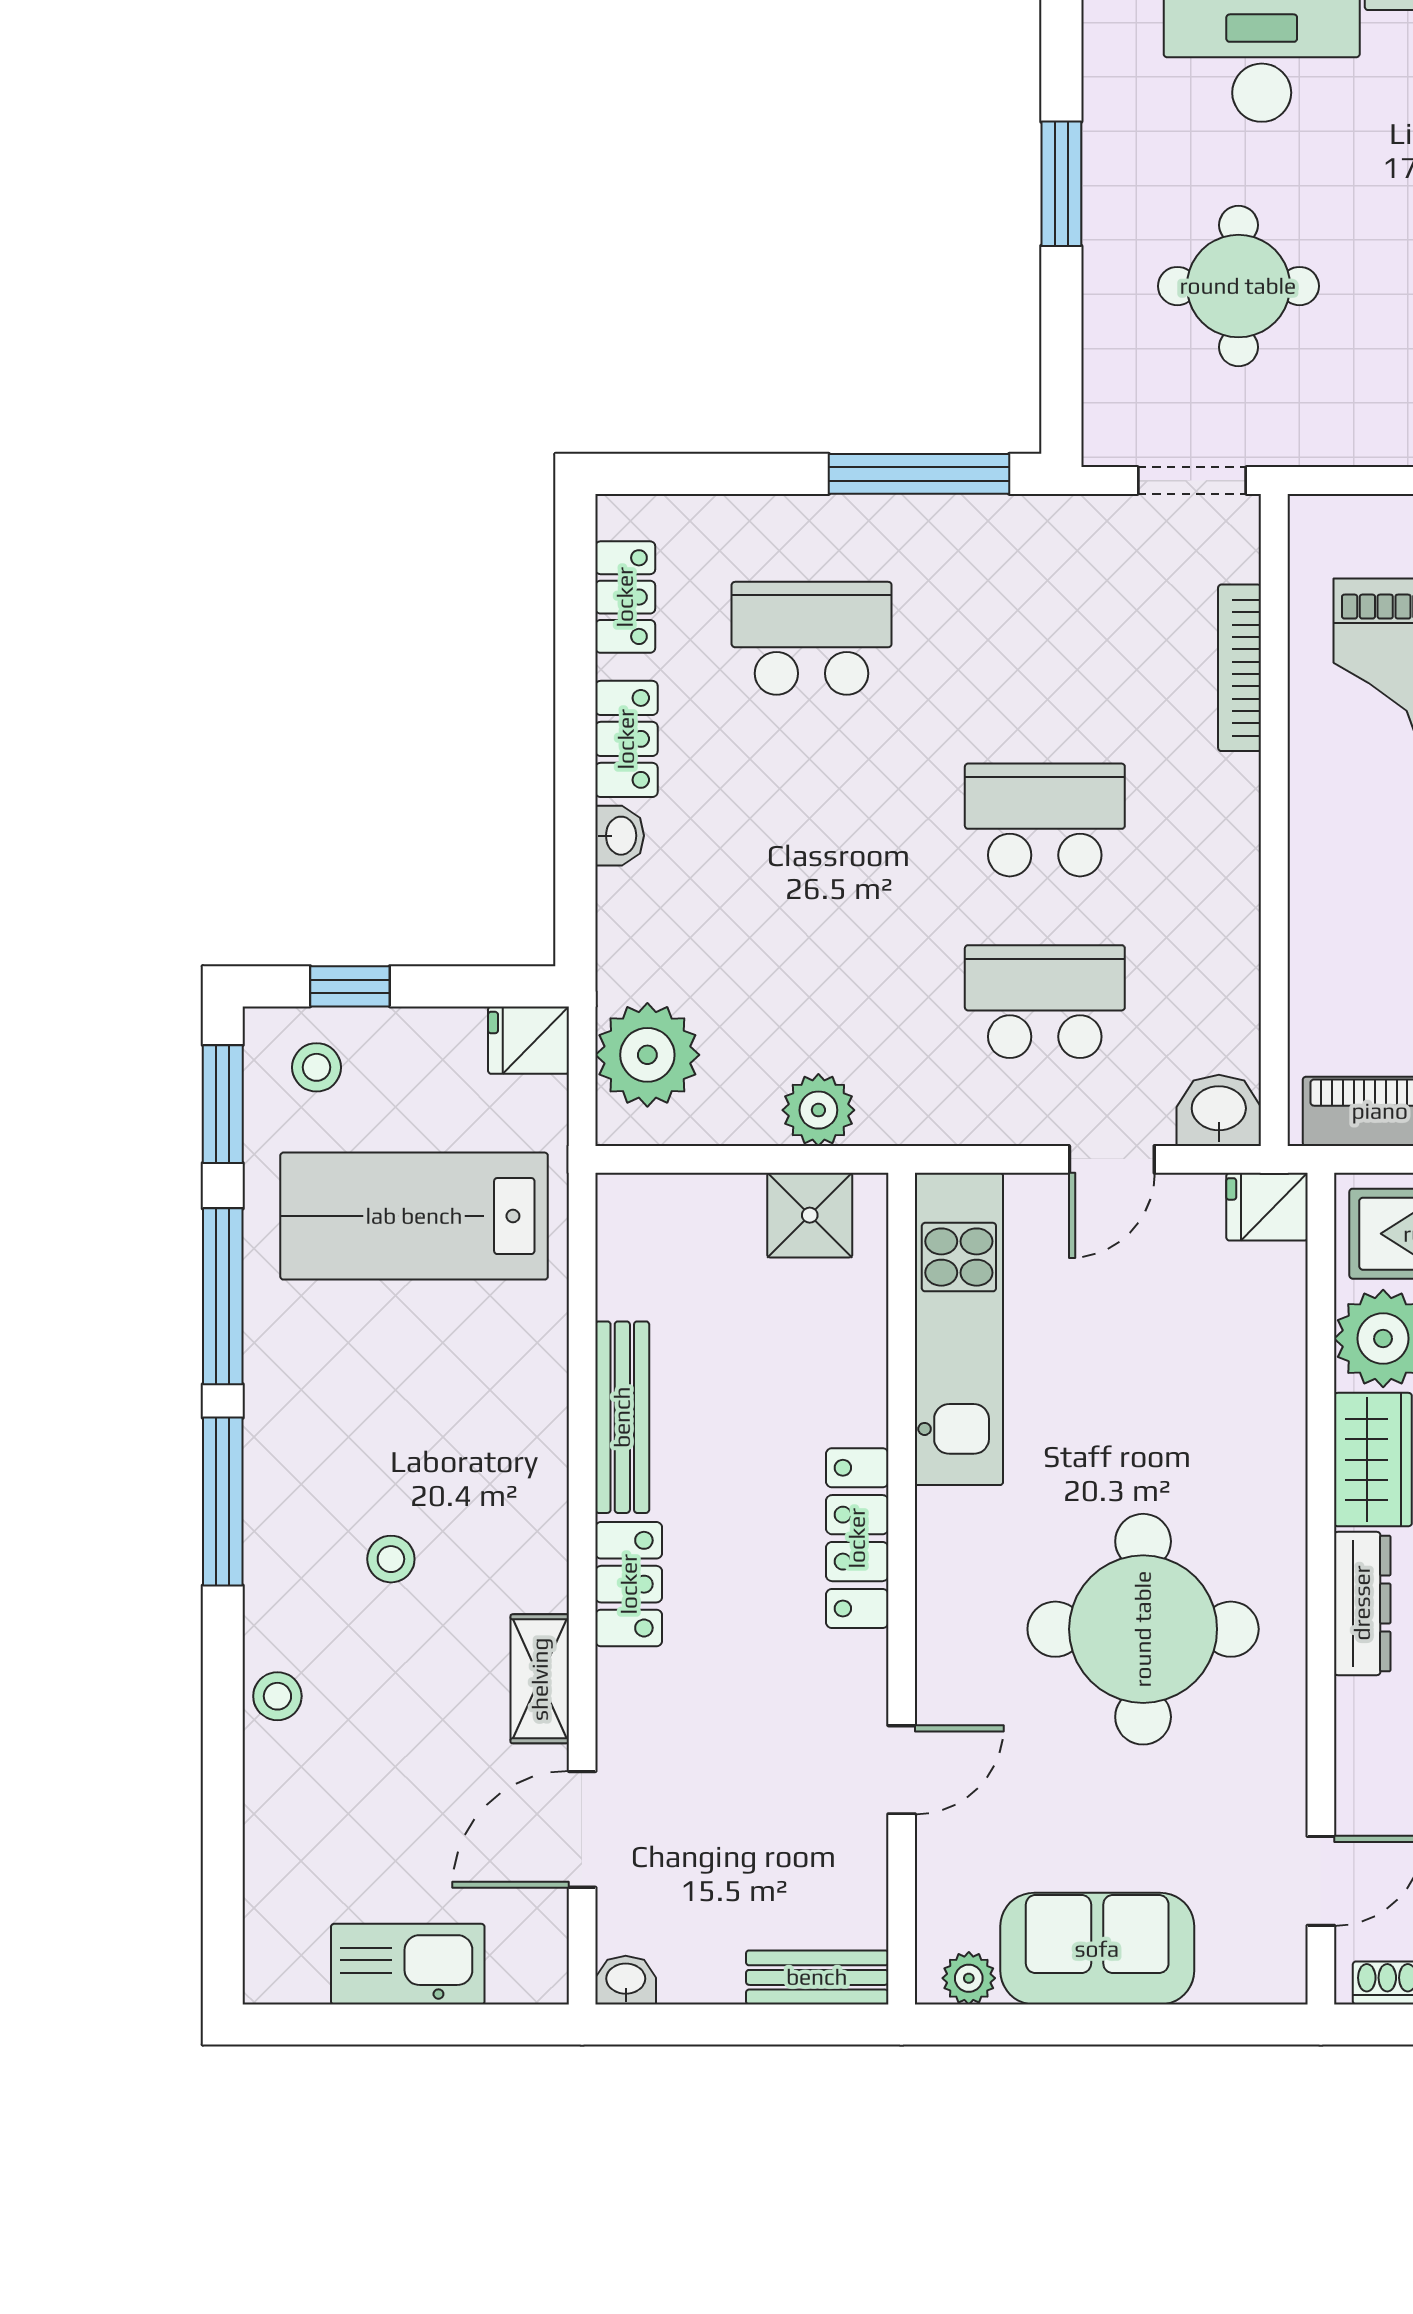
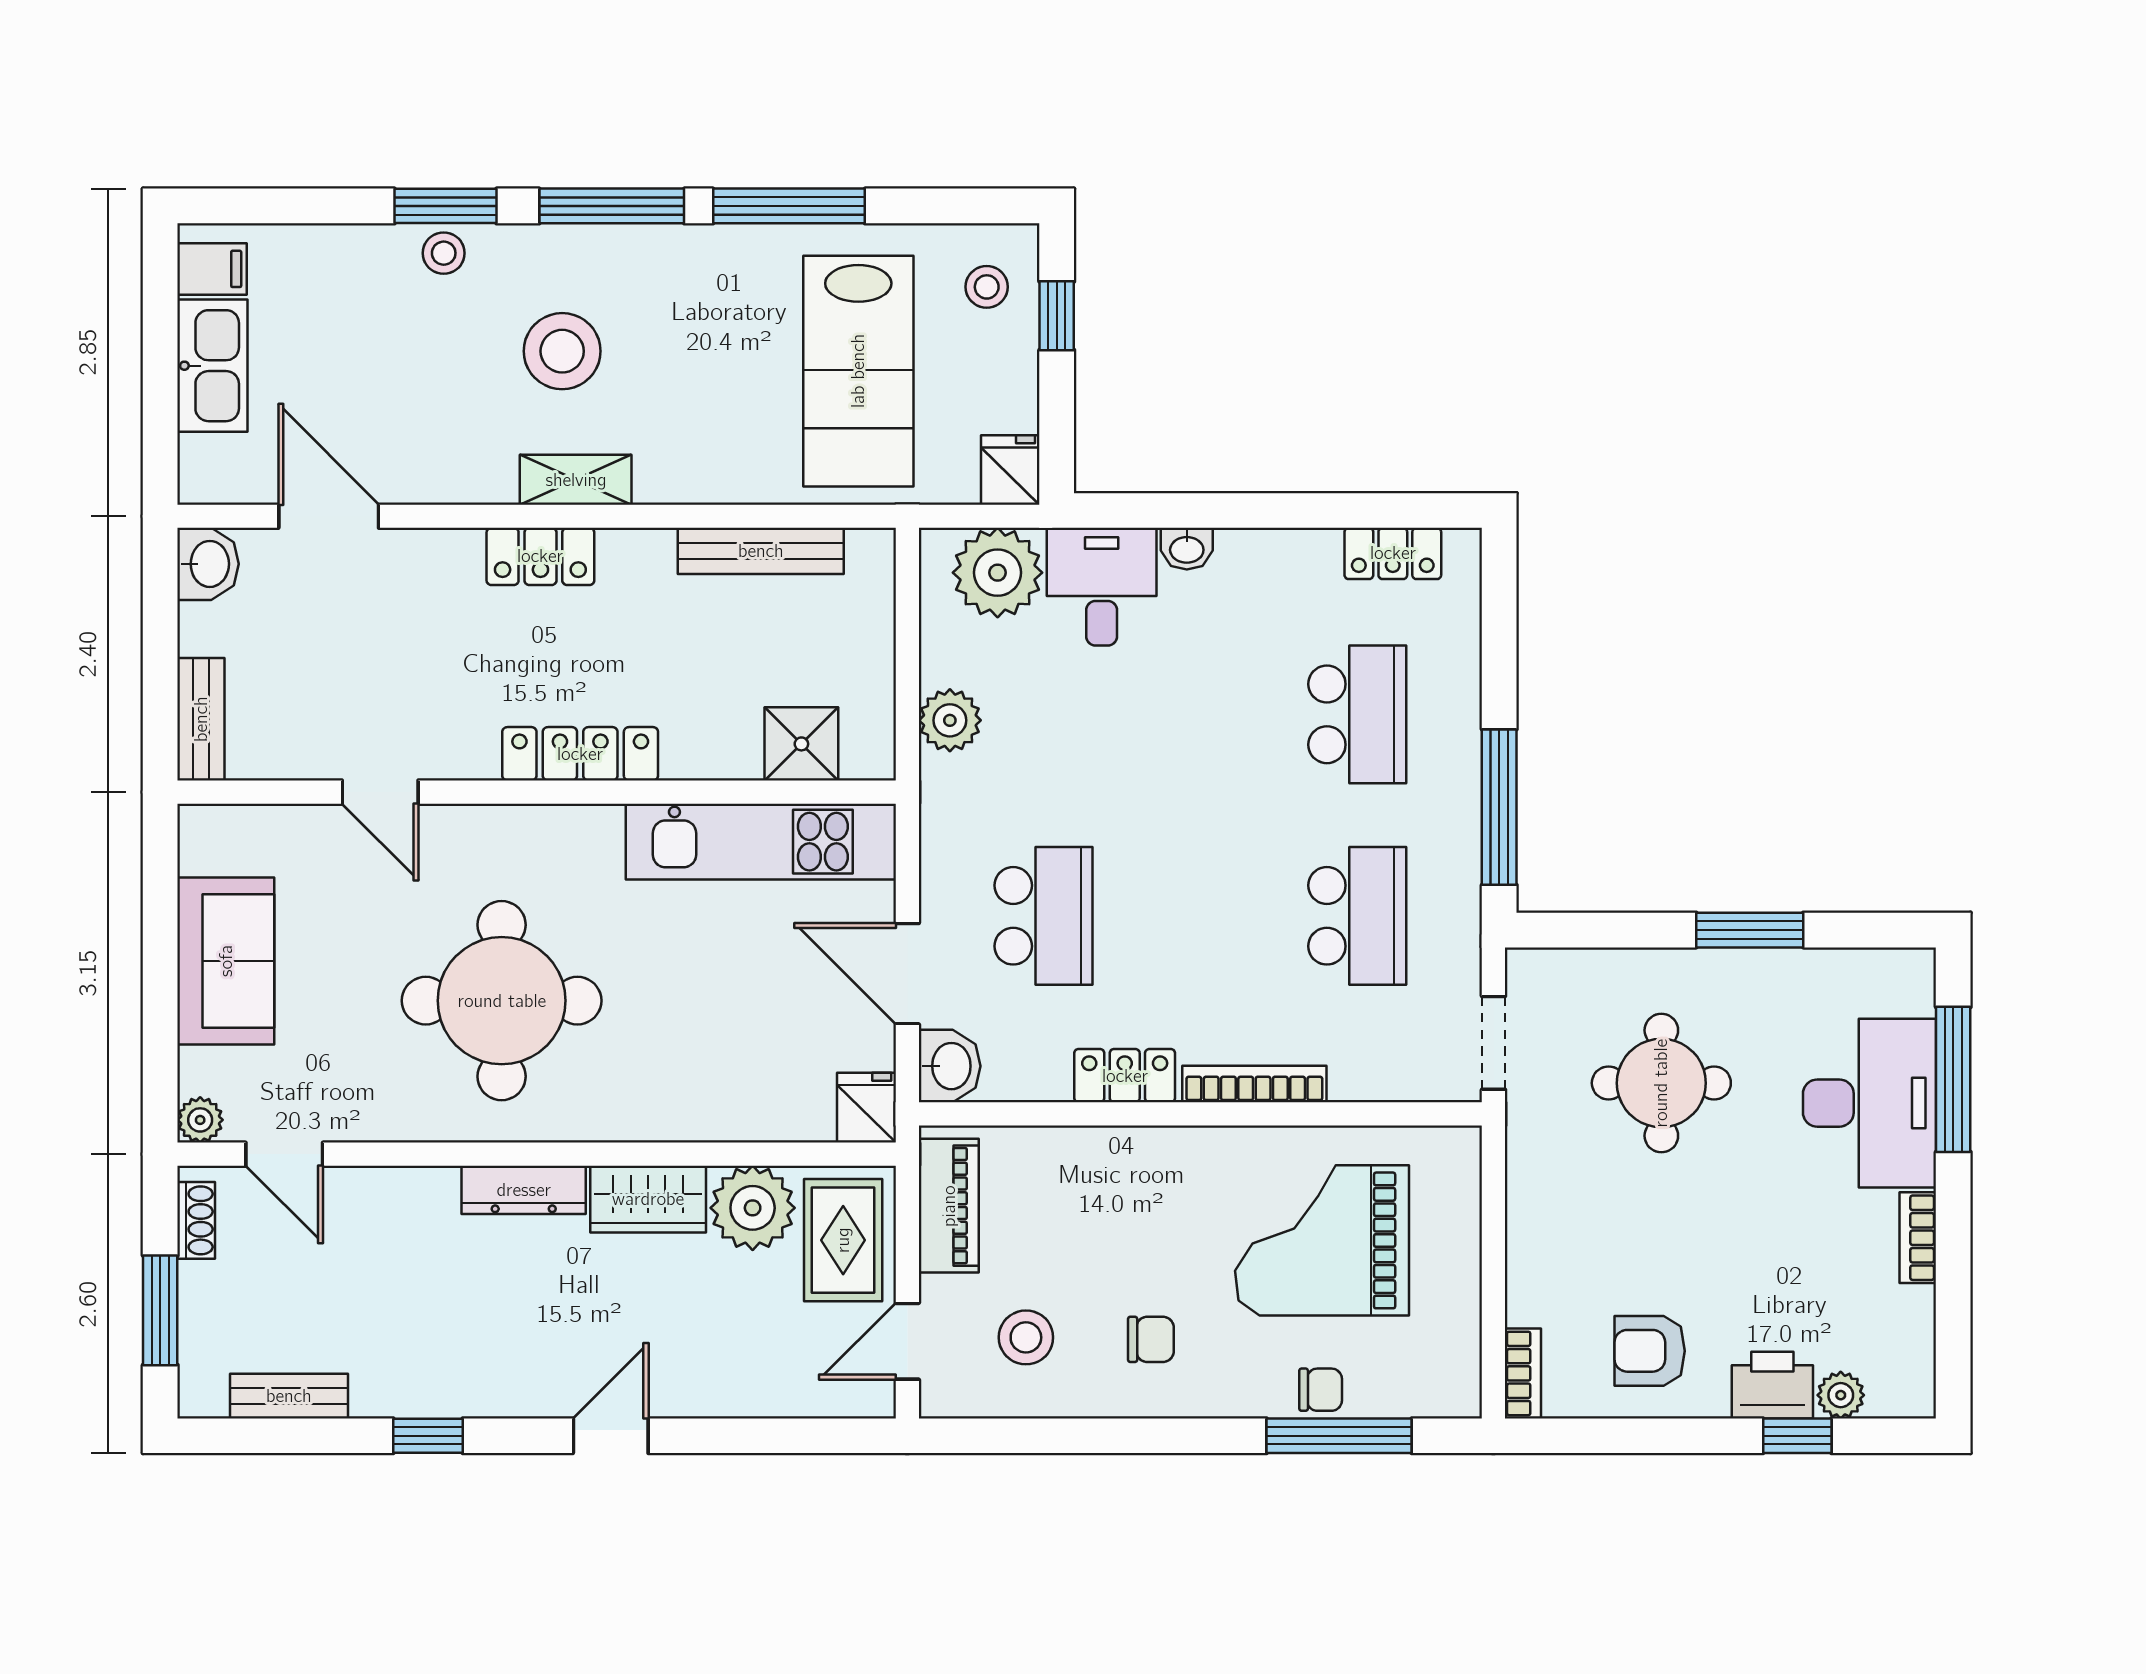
bookcase: (1240, 668) -> (1254, 1084), moved
locker: (626, 739) -> (1125, 1076), moved, turned 180
school desk: (1045, 820) -> (1357, 916), moved
desk: (664, 934) -> (1102, 587), added
window: (223, 1104) -> (446, 206), moved
door: (1112, 1159) -> (907, 974), width x1.38
shower: (810, 1215) -> (801, 744), moved
lab bench: (414, 1216) -> (858, 371), turned 180
bench: (622, 1417) -> (761, 551), moved
stool: (391, 1559) -> (562, 351), width x1.89, depth x1.89
shelving: (540, 1679) -> (576, 480), moved
filing cabinet: (296, 1965) -> (212, 269), added
plant: (969, 1978) -> (200, 1120), moved
washbasin: (626, 1980) -> (208, 564), width x1.38, depth x1.45

